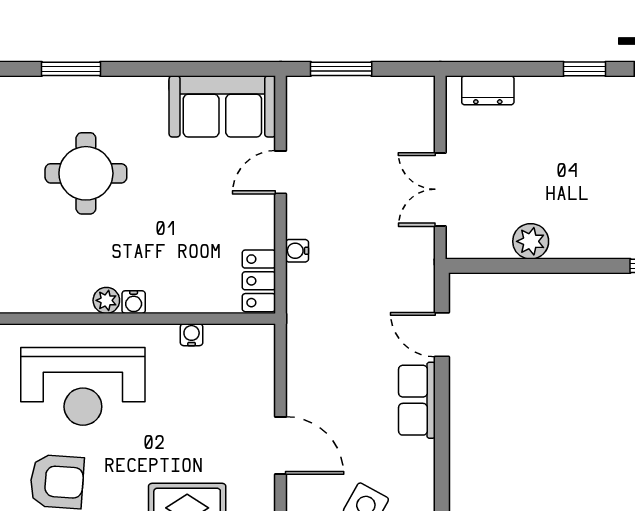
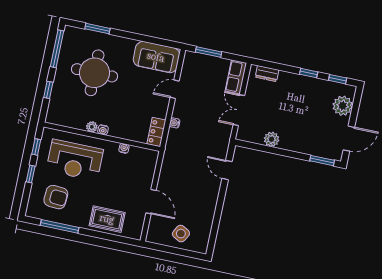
round table: (86, 173) -> (95, 73), width x1.36, depth x1.36
row of seats: (417, 400) -> (236, 77), moved

